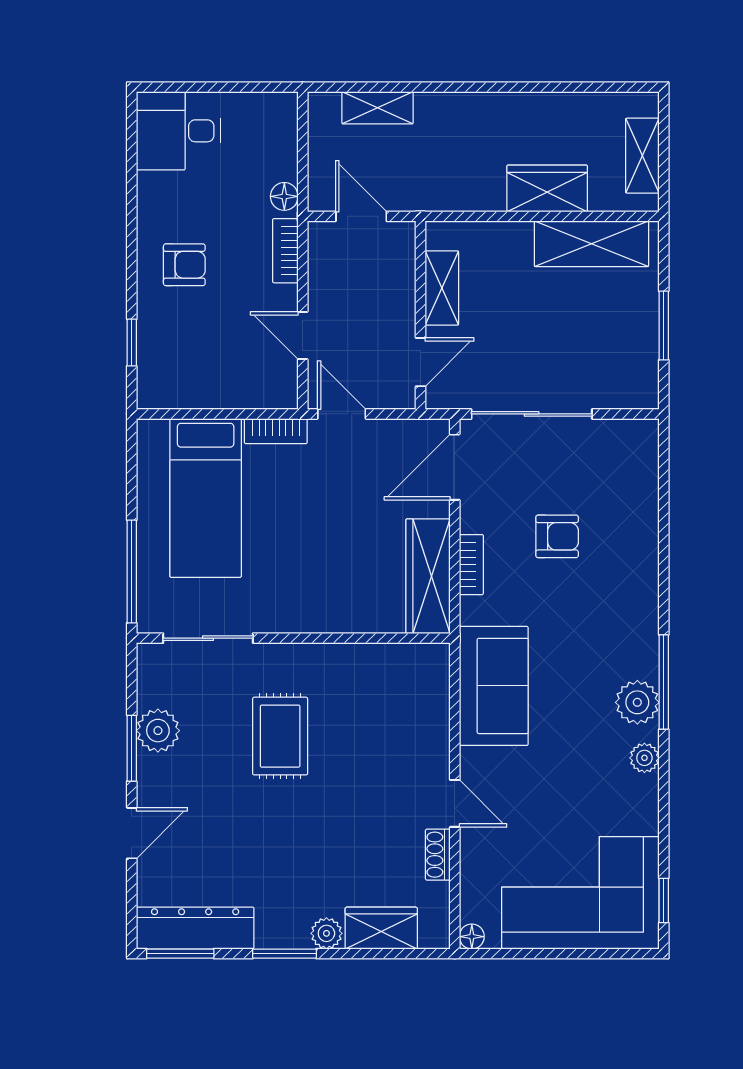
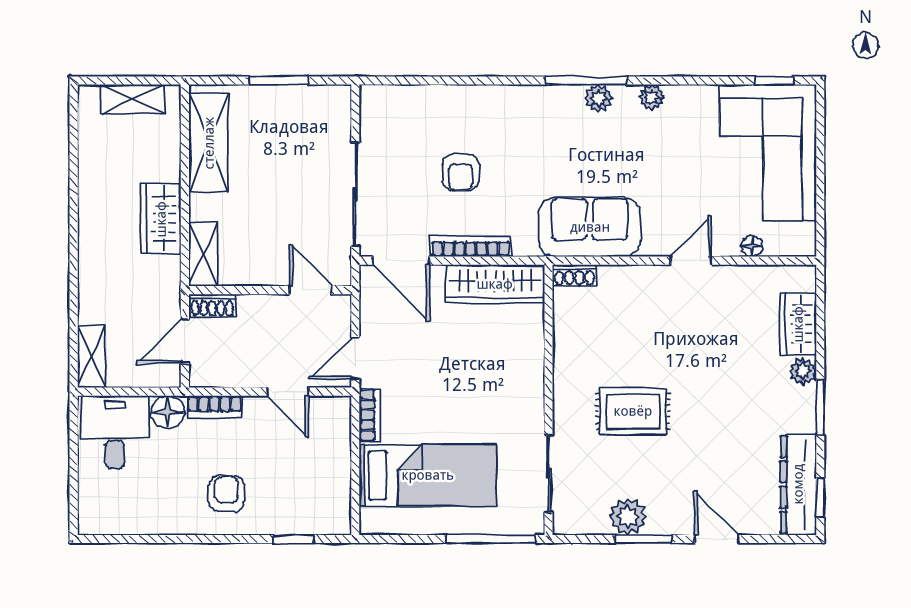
shelving: (378, 108) -> (91, 357), moved
desk: (178, 131) -> (115, 432), moved, turned 180
wardrobe: (547, 188) -> (161, 219), moved
floor lamp: (284, 196) -> (168, 412), width x1.37, depth x1.37
shoe rack: (403, 248) -> (212, 305), added
shelving: (442, 288) -> (203, 254), moved, turned 90
door: (303, 336) -> (288, 392), hinge flipped
armchair: (557, 536) -> (461, 172), turned 180
bookcase: (471, 565) -> (470, 246), width x1.56
plant: (637, 702) -> (599, 98), width x0.73, depth x0.73
shoe rack: (438, 855) -> (574, 275), moved
floor lamp: (472, 937) -> (752, 246), moved
window: (180, 954) -> (820, 497), width x0.67

